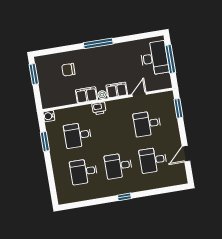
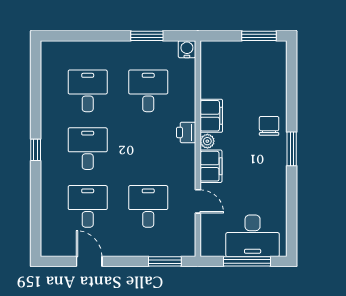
window: (98, 43) -> (292, 149), width x0.69
chair: (68, 70) -> (269, 126), moved

